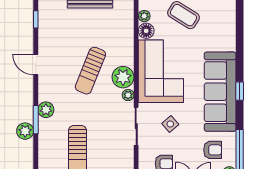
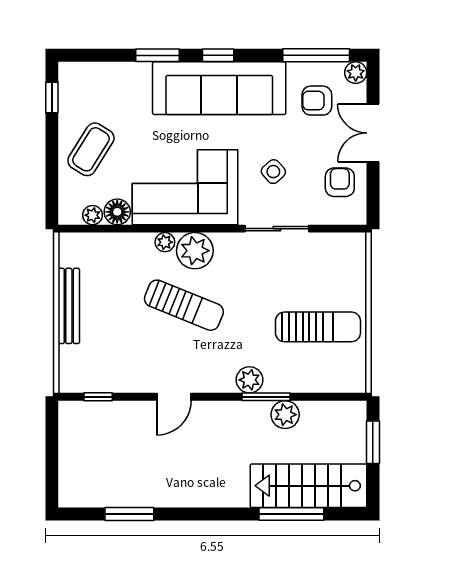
window: (240, 55) -> (158, 55), added
plant: (128, 95) -> (165, 242), moved
armchair: (213, 150) -> (317, 101), turned -90

